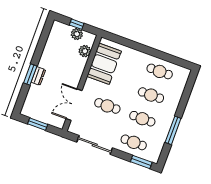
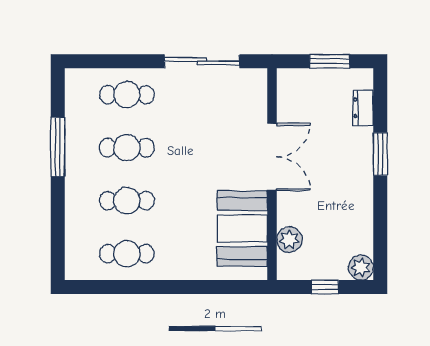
plant: (77, 34) -> (361, 268), moved
dresser: (38, 76) -> (363, 108), moved
double door: (74, 105) -> (272, 157), moved
cafe table: (107, 106) -> (205, 148), removed
window: (141, 162) -> (98, 61), removed

